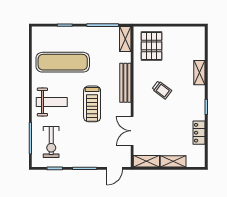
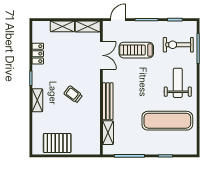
shelving: (125, 39) -> (108, 133), moved
pallet: (152, 46) -> (57, 143), moved, turned 90
shelving: (199, 73) -> (37, 100), moved
weight bench: (52, 102) -> (178, 83), turned 90
treadmill: (92, 104) -> (136, 50), moved, turned -90
exercise bike: (51, 142) -> (178, 45), turned -90

